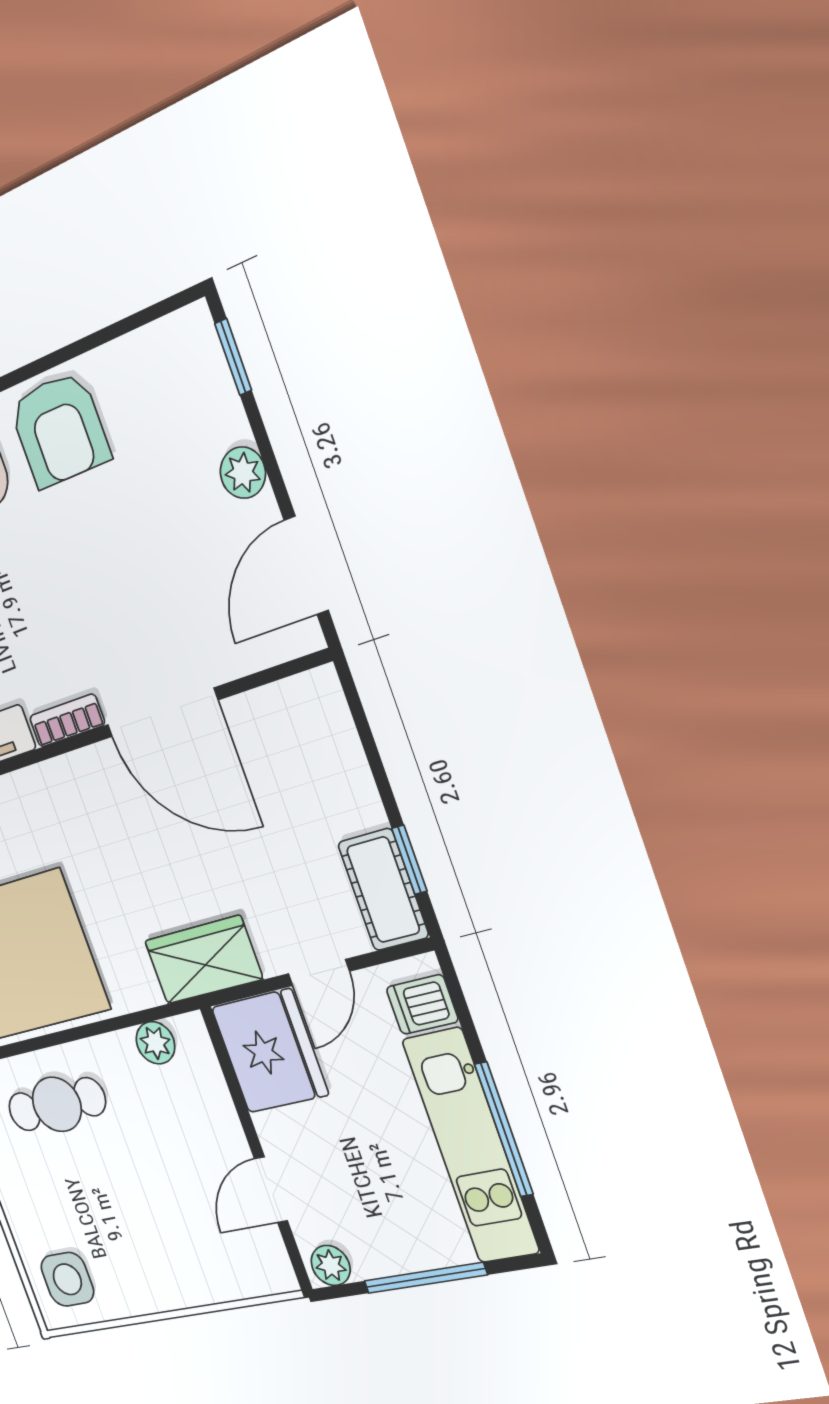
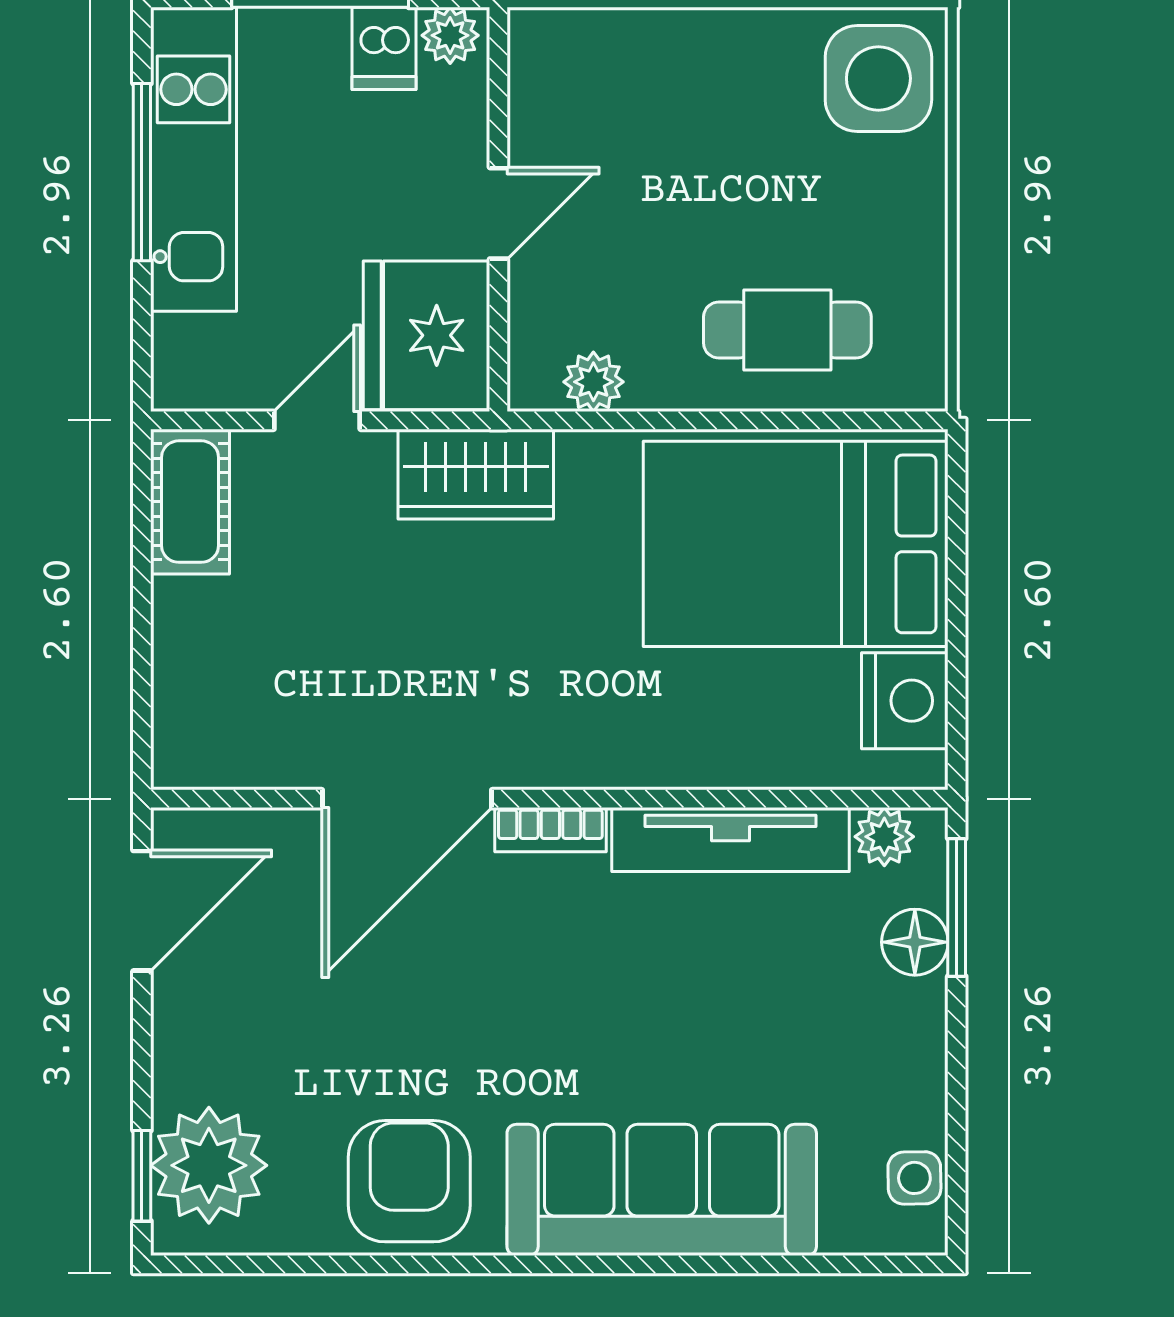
plant: (243, 473) -> (209, 1165), moved, width x1.87, depth x1.87
door: (162, 713) -> (407, 799), swing flipped
window: (409, 860) -> (142, 529), removed
dishwasher: (422, 1004) -> (384, 48), moved, turned 90
door: (271, 1190) -> (498, 213), moved
side table: (67, 1279) -> (878, 78), width x1.37, depth x1.37

